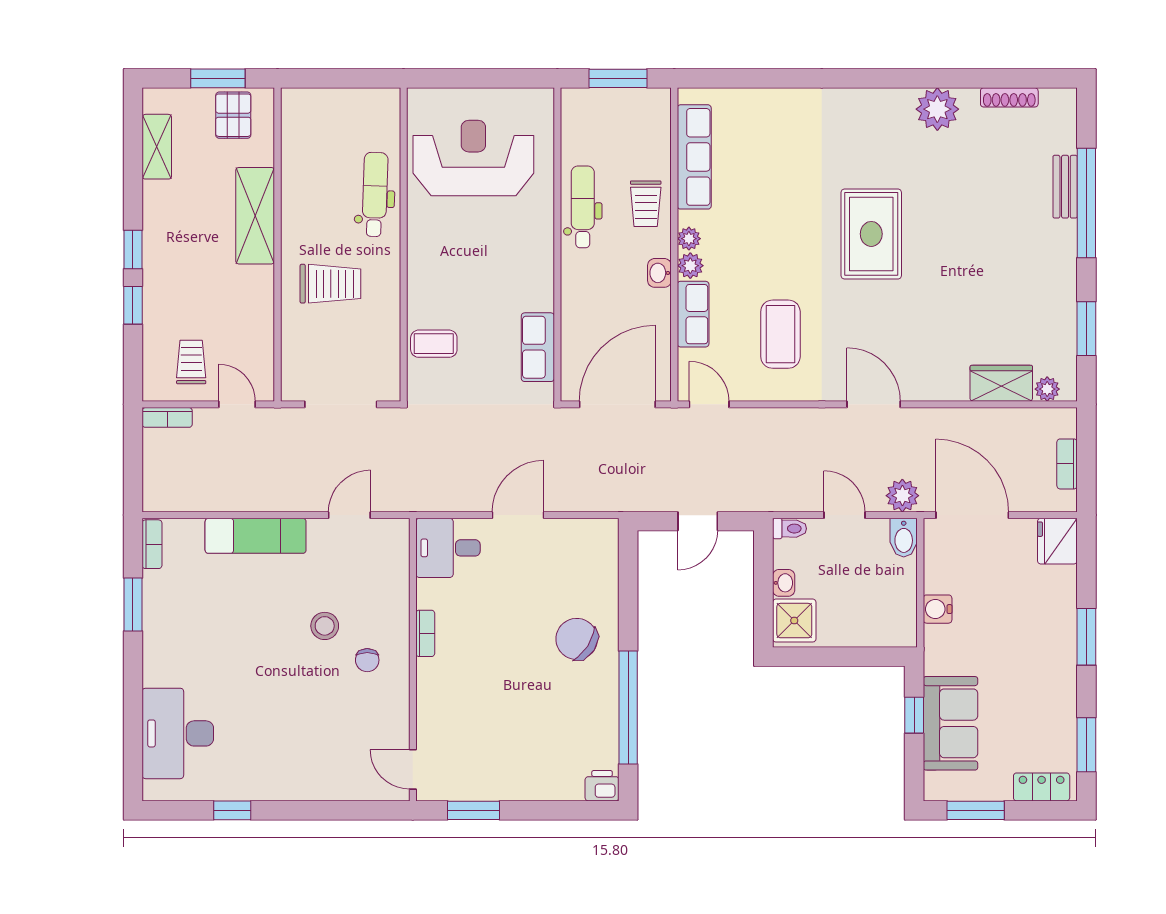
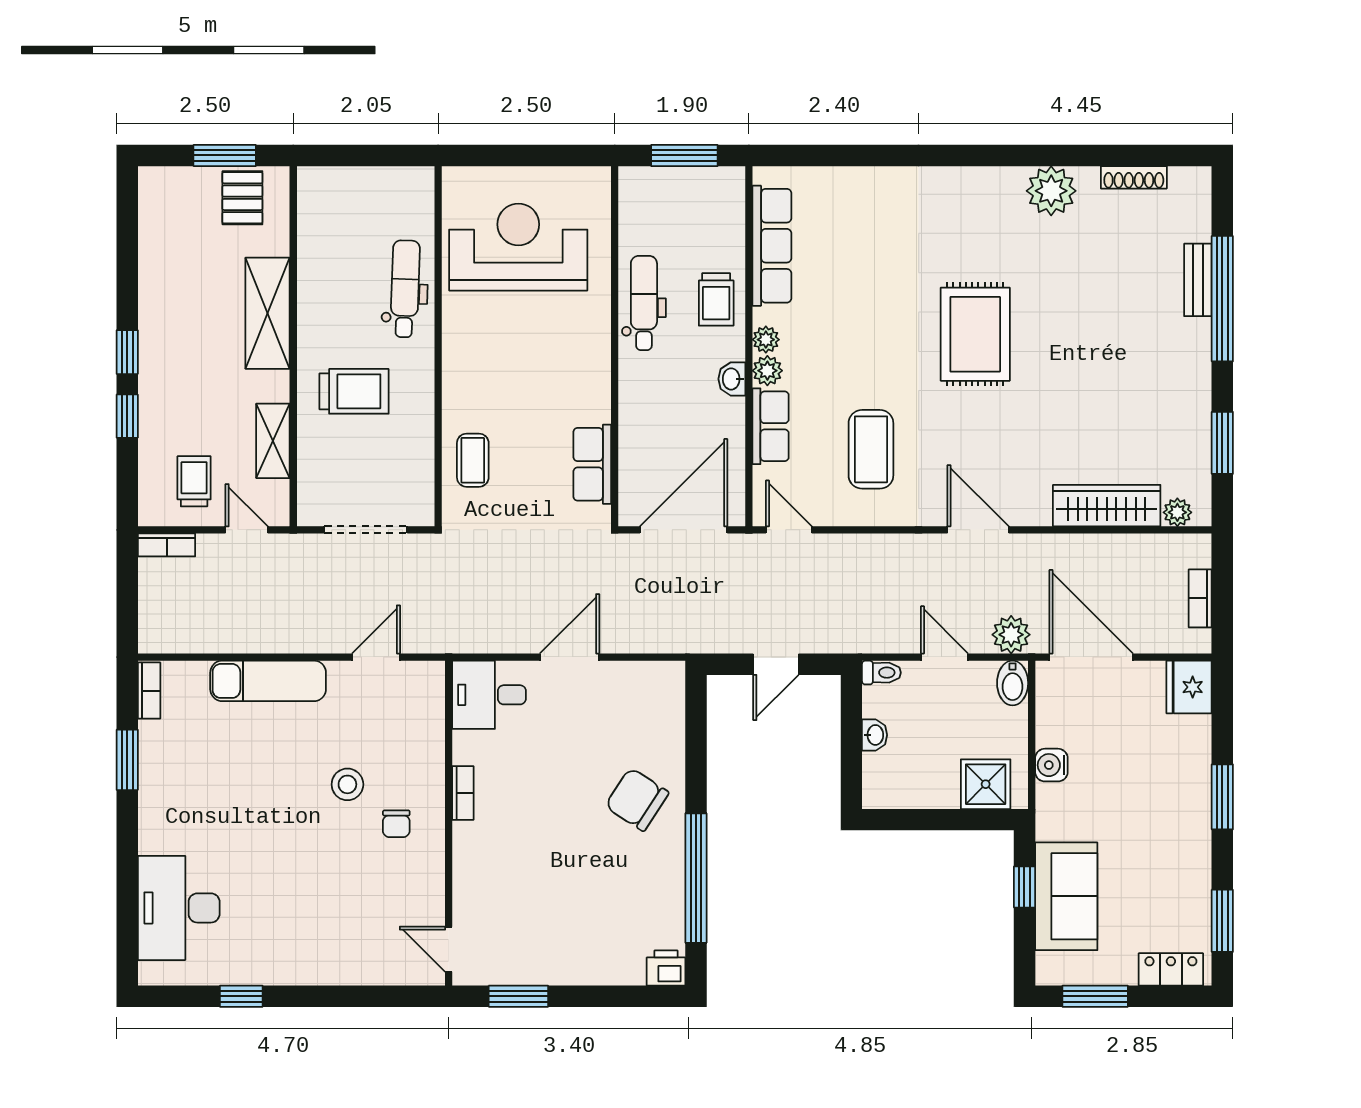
shelving: (157, 147) -> (273, 441), moved
coffee table: (434, 344) -> (473, 460), turned 90
wardrobe: (1001, 383) -> (1107, 506), width x1.50
shower: (794, 621) -> (986, 784), moved

